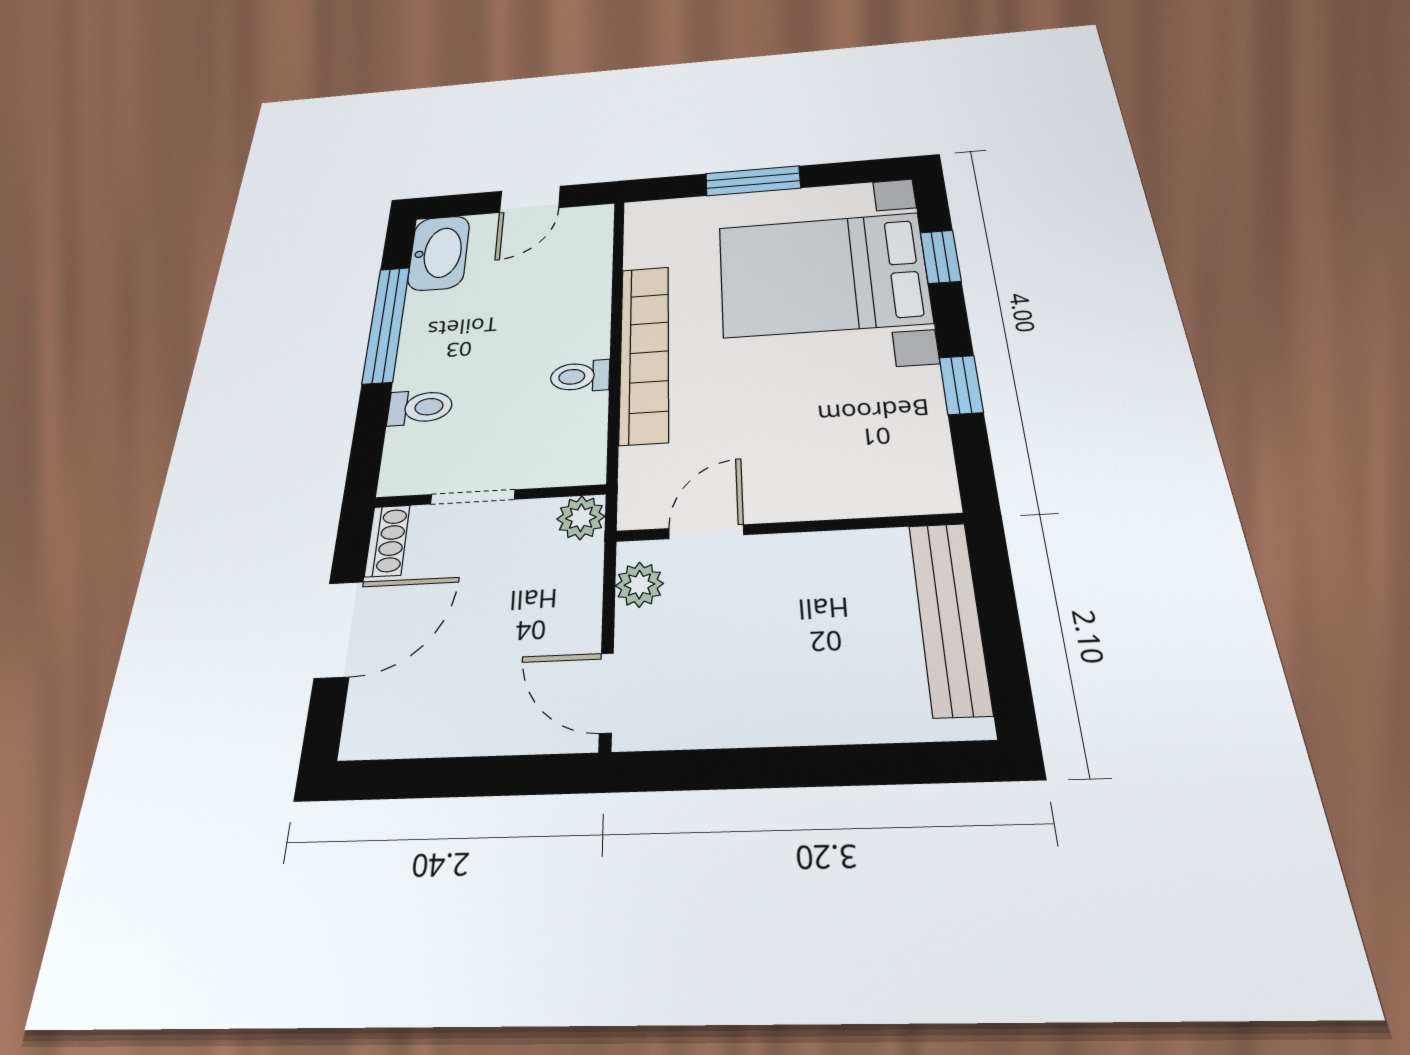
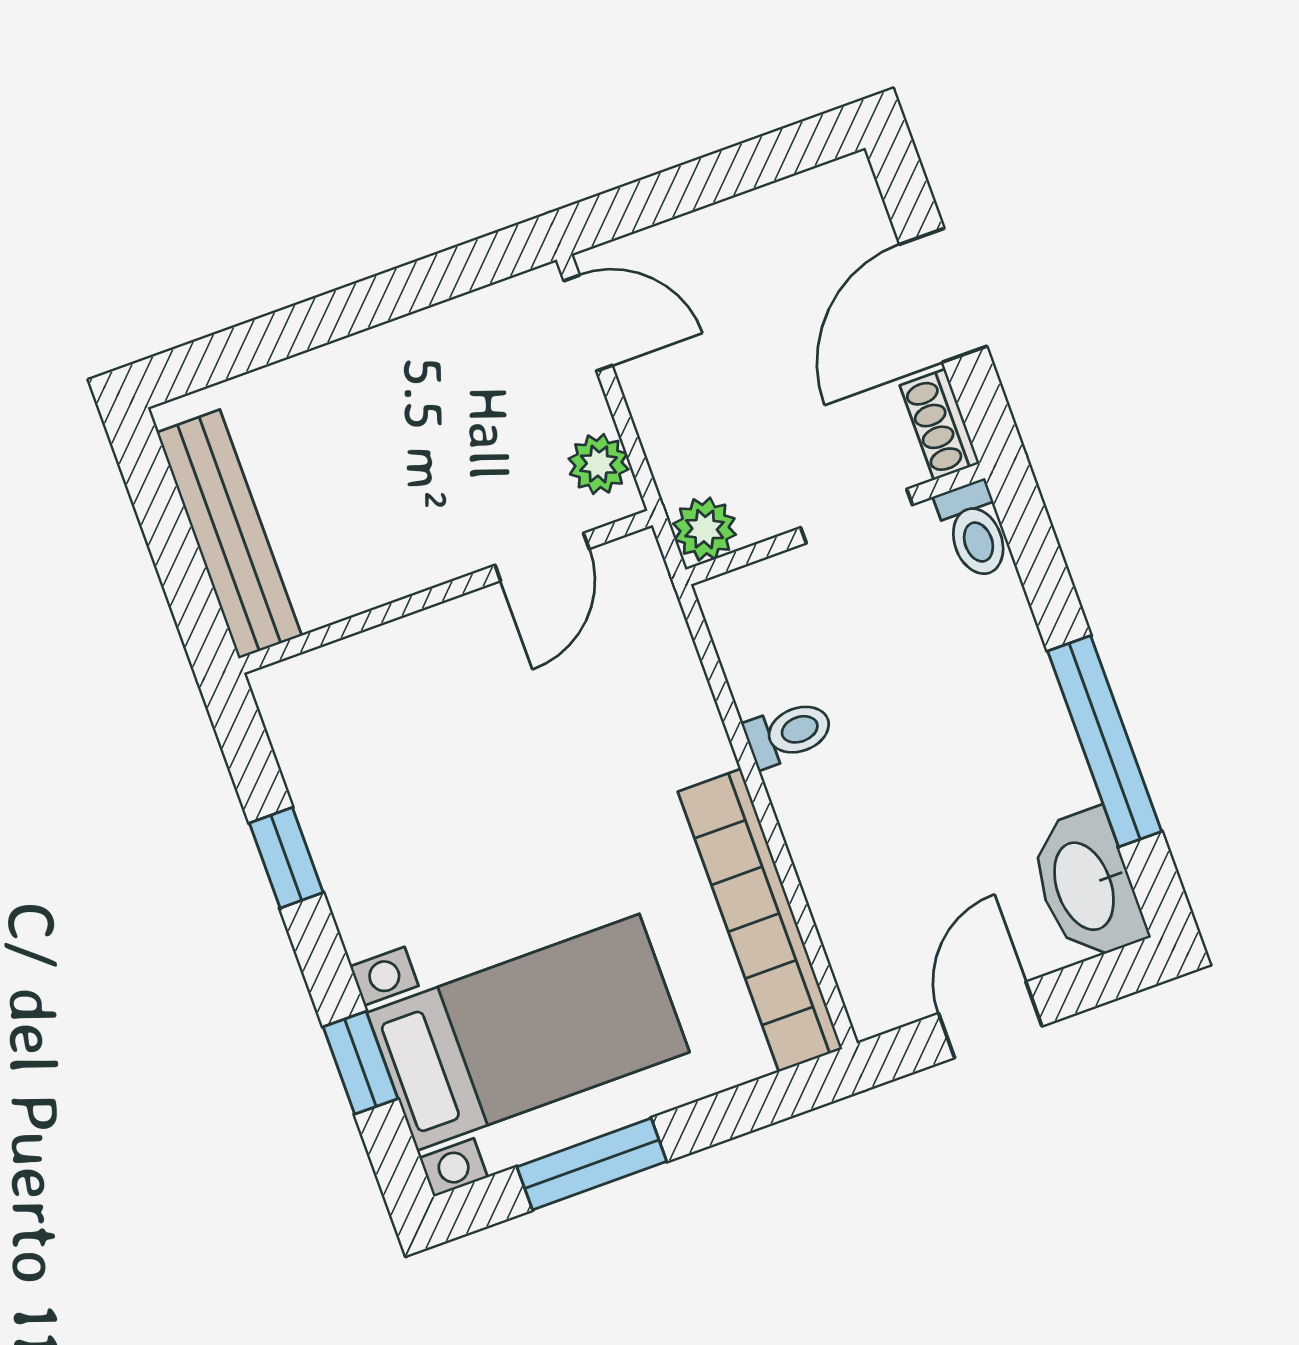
window: (753, 181) -> (592, 1164), moved
bed with nightstands: (823, 274) -> (528, 1032), width x0.73
bookcase: (645, 353) -> (760, 920), moved
toilet: (420, 407) -> (974, 530), moved, turned -90

